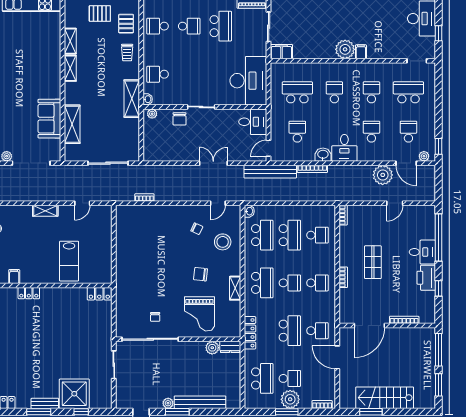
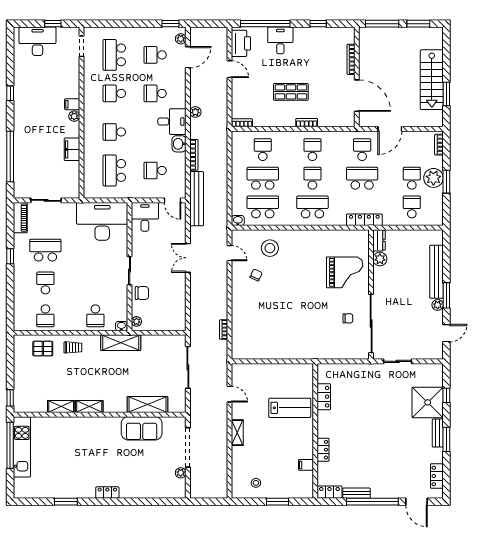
pallet: (100, 14) -> (32, 376), removed
plant: (345, 49) -> (74, 116), width x0.53, depth x0.53
filing cabinet: (281, 52) -> (72, 149), moved
plant: (383, 175) -> (195, 112), moved, width x0.53, depth x0.53
chair: (201, 274) -> (303, 271), removed
printer: (426, 278) -> (241, 43), moved, turned -90
shelving: (235, 288) -> (318, 235), removed
locker: (99, 294) -> (324, 397), moved
school desk: (262, 378) -> (412, 207), width x0.54

